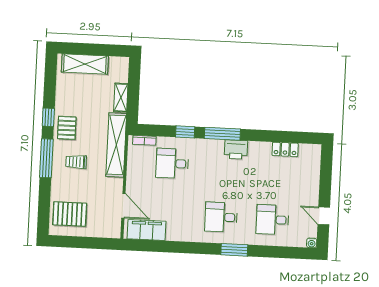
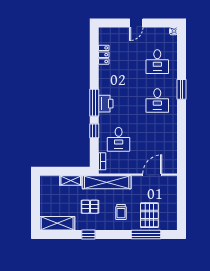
shelving: (85, 64) -> (57, 223), moved, turned 90
pallet: (67, 128) -> (90, 207), moved
printer: (236, 150) -> (106, 104), moved
window: (46, 158) -> (146, 235), moved
pallet: (70, 214) -> (149, 215), moved
door: (324, 216) -> (136, 23), moved
filing cabinet: (147, 230) -> (170, 156), removed

